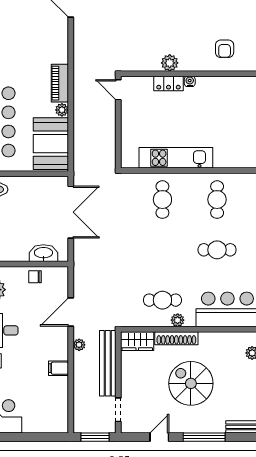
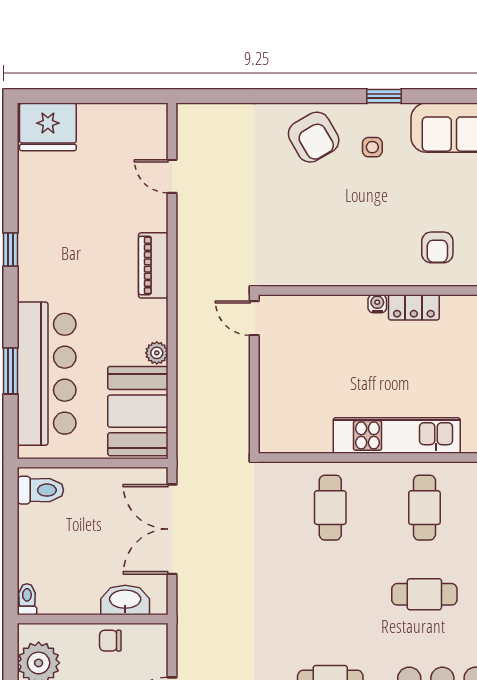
plant: (170, 63) -> (343, 272), removed
piano: (60, 83) -> (153, 265), moved
locker: (169, 83) -> (414, 307), moved
kitchen unit: (176, 158) -> (397, 435), moved
double door: (71, 212) -> (172, 529), swing flipped

